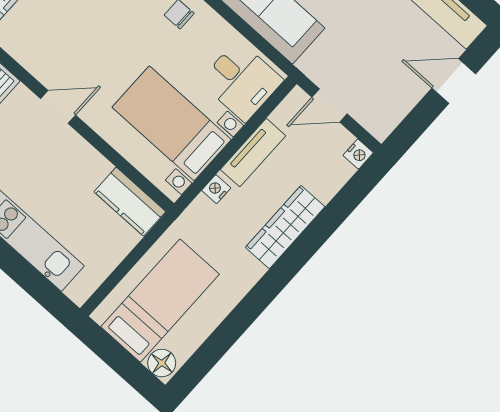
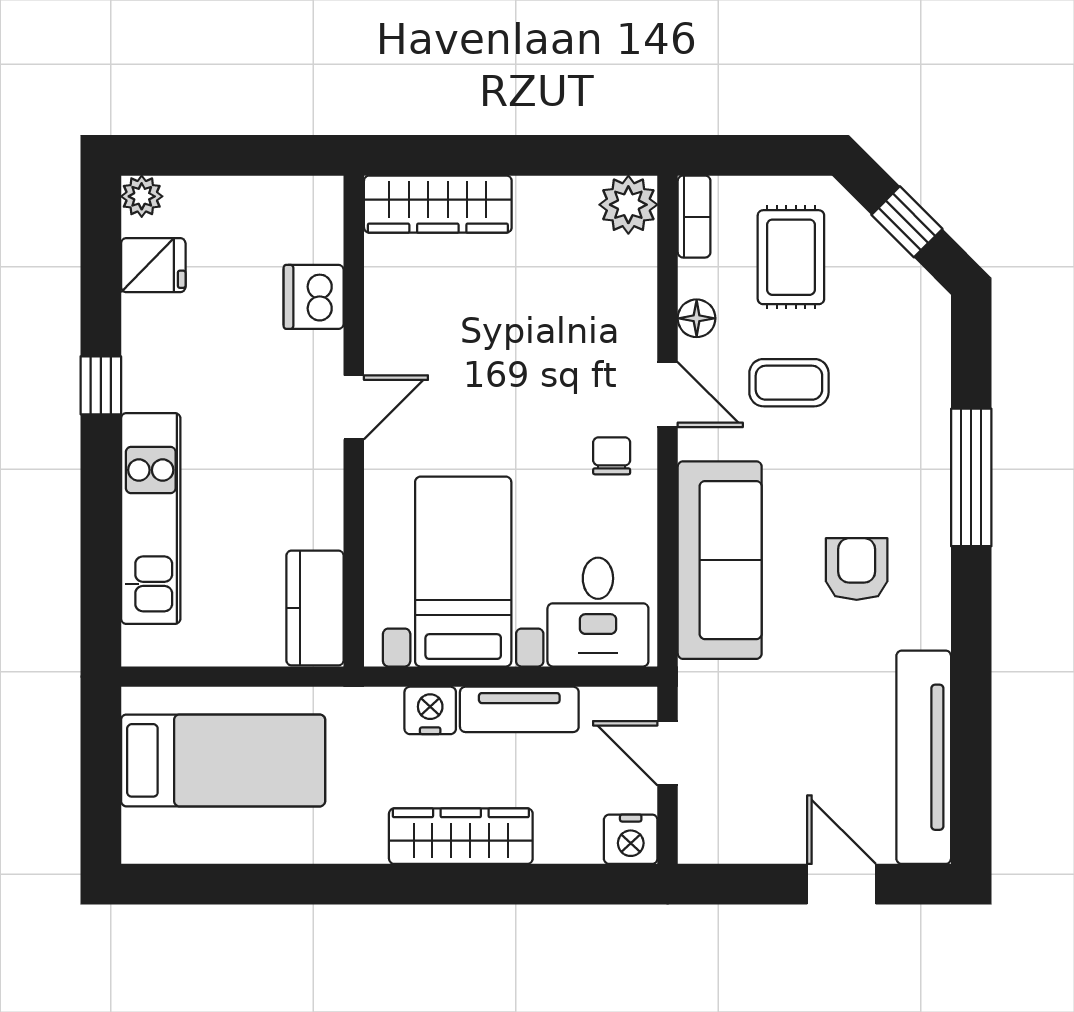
door: (58, 107) -> (354, 407), hinge flipped
nightstand: (358, 154) -> (631, 839), width x1.39, depth x1.35
nightstand: (216, 189) -> (430, 710), width x1.39, depth x1.35
floor lamp: (162, 363) -> (145, 834), removed

